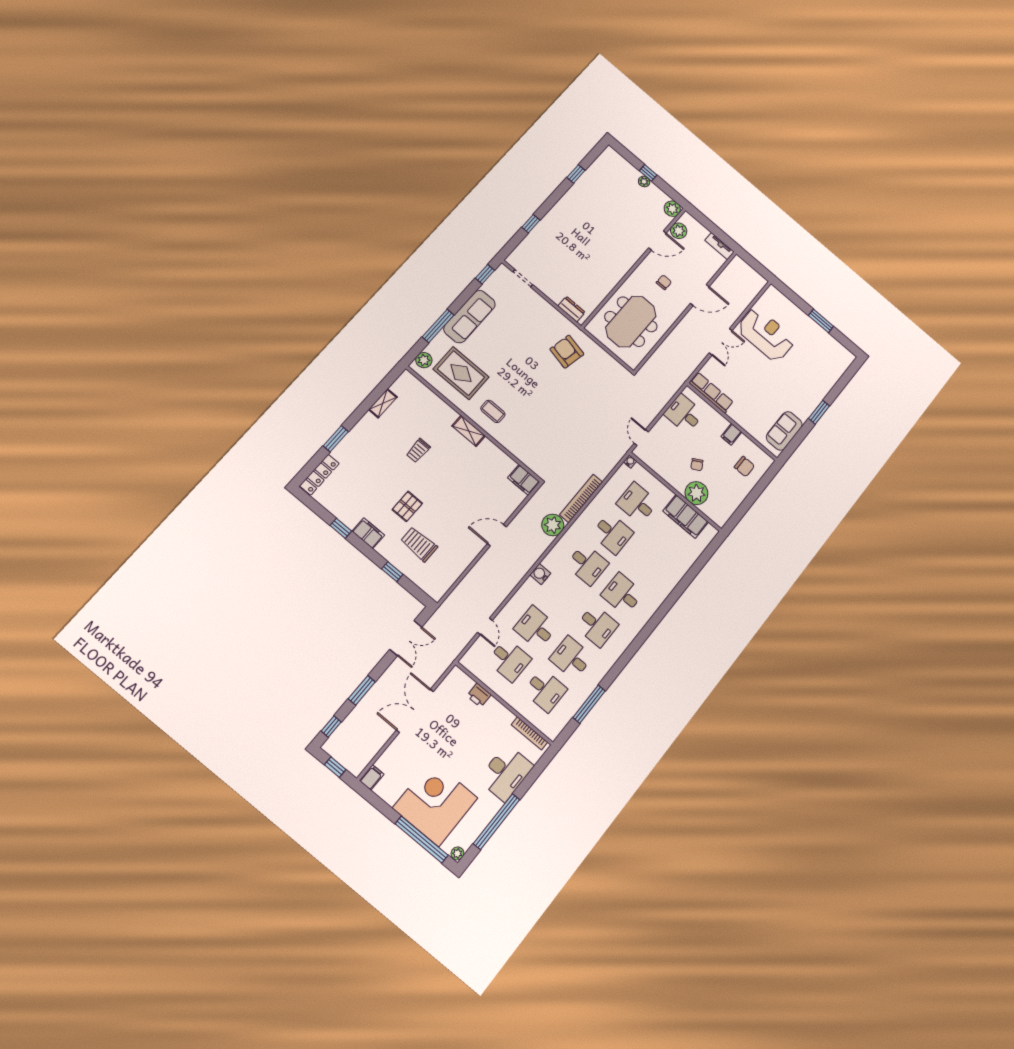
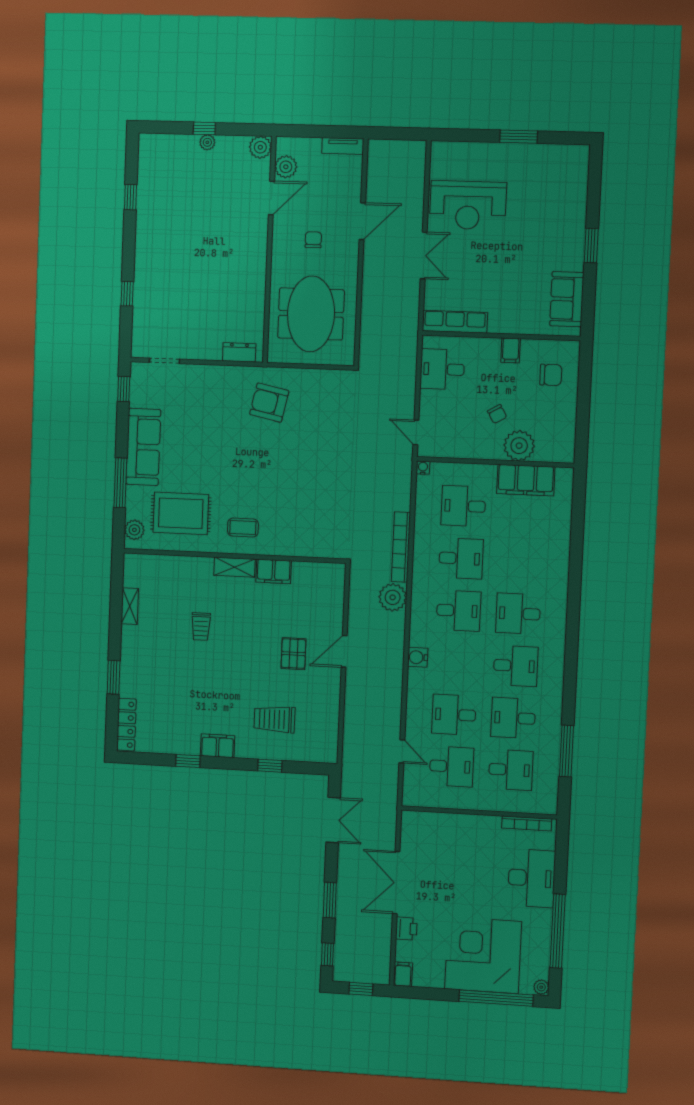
reception desk: (766, 335) -> (468, 205), turned 180
filing cabinet: (524, 480) -> (274, 571), moved
pallet: (407, 506) -> (293, 654), moved
printer: (479, 695) -> (406, 929), moved, turned -90

